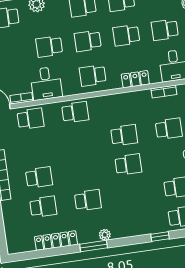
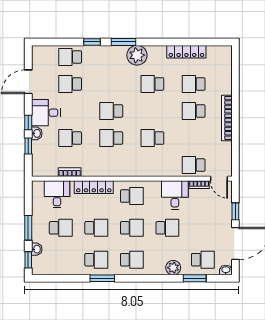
locker: (135, 79) -> (94, 187), width x1.53
school desk: (75, 112) -> (152, 138), moved
plant: (105, 235) -> (137, 55), width x1.88, depth x1.88
window: (94, 246) -> (124, 42), moved

